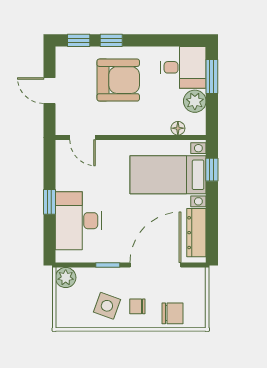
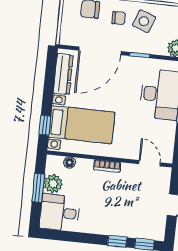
window: (212, 77) -> (38, 188), moved
armchair: (118, 80) -> (115, 208), removed
bookcase: (133, 129) -> (107, 166), added

